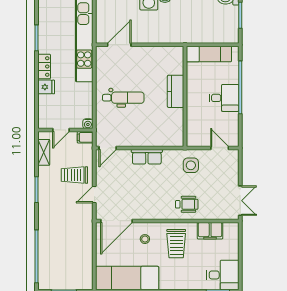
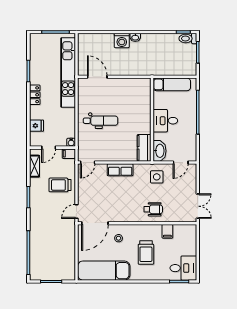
door: (119, 45) -> (97, 77), hinge flipped
fridge: (46, 87) -> (36, 126), moved
kitchen counter: (176, 91) -> (144, 148), moved
desk: (224, 98) -> (165, 121), moved, turned 180
washbasin: (194, 134) -> (160, 151), added
door: (220, 148) -> (181, 163), swing flipped
door: (94, 195) -> (76, 211), moved
filing cabinet: (210, 231) -> (167, 231), width x0.50
trolley: (176, 244) -> (146, 253), moved

